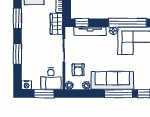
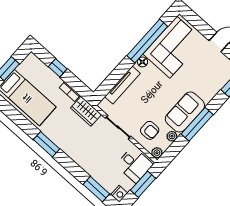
window: (82, 23) -> (107, 86), removed
window: (18, 54) -> (96, 189), moved
sofa: (112, 80) -> (185, 112), width x0.73
window: (118, 94) -> (197, 124), moved

